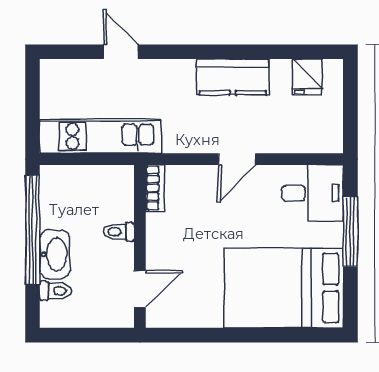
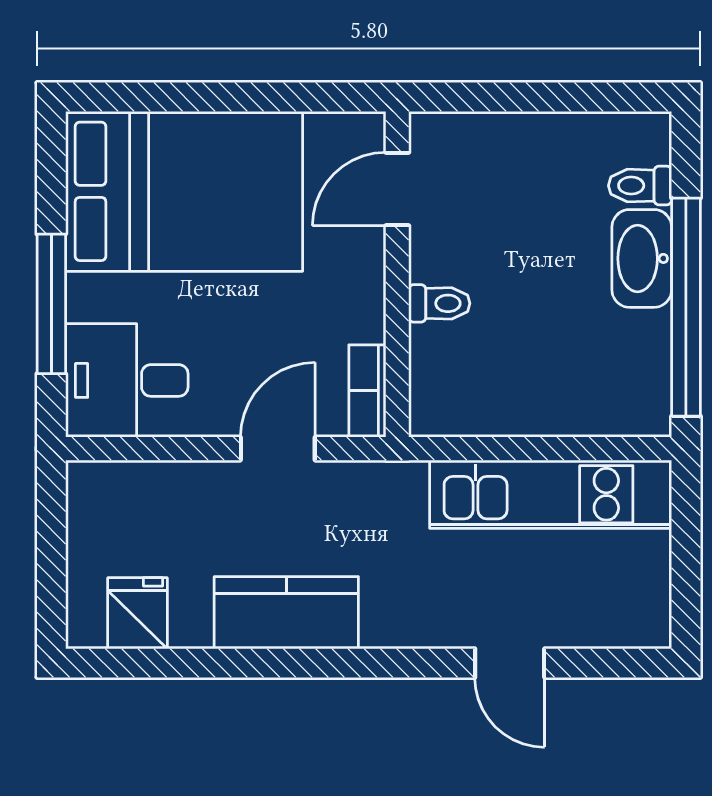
bookcase: (155, 188) -> (367, 391), moved
toilet: (119, 232) -> (439, 303), moved
wall: (140, 246) -> (397, 274), moved
door: (140, 289) -> (397, 189), moved

